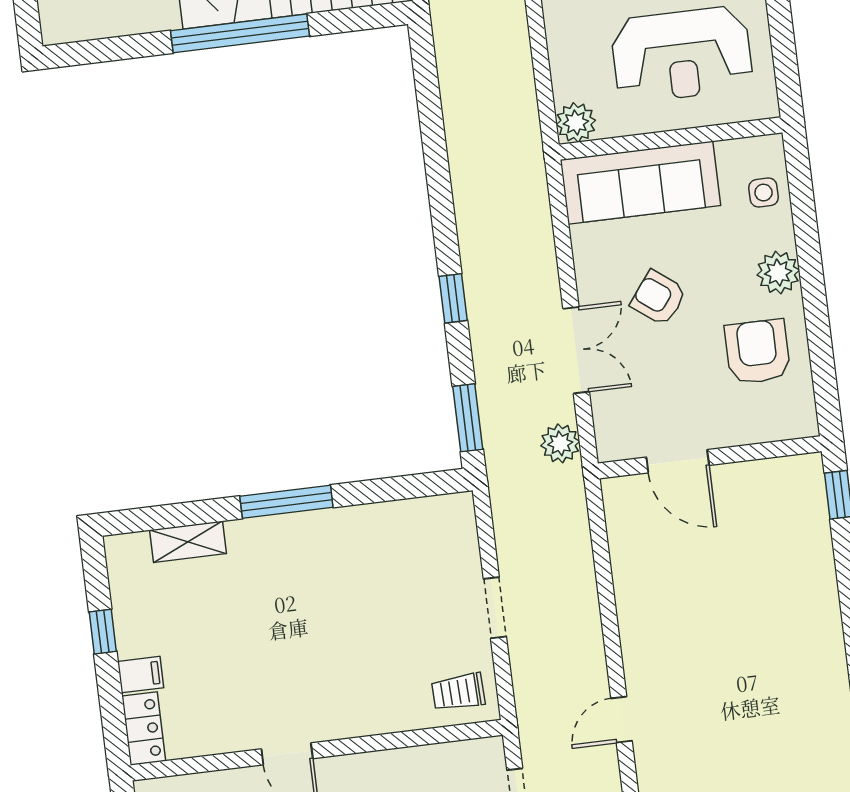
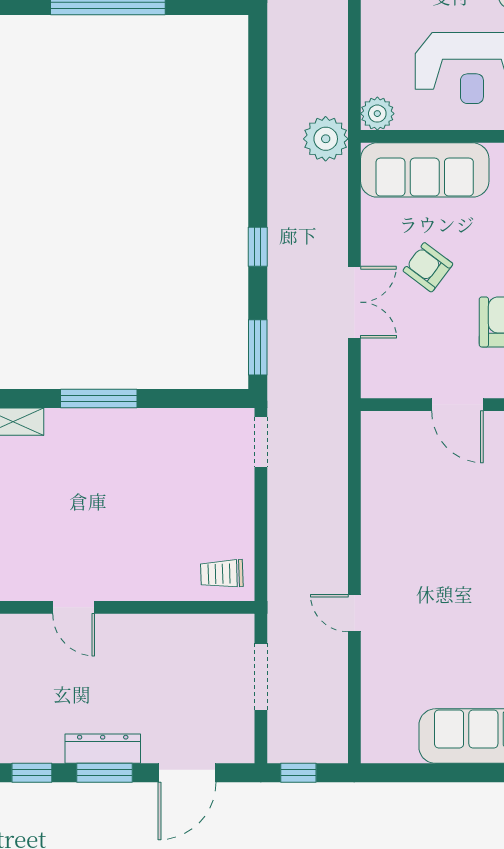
plant: (560, 443) -> (326, 139), moved, width x1.36, depth x1.36
door: (678, 461) -> (457, 405), moved
doorway: (495, 608) -> (261, 442), moved
door: (622, 720) -> (354, 613), hinge flipped

